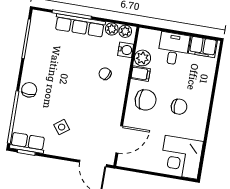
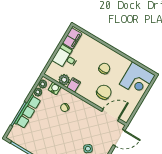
chair: (146, 100) -> (104, 92), moved
door: (119, 139) -> (110, 115), hinge flipped

